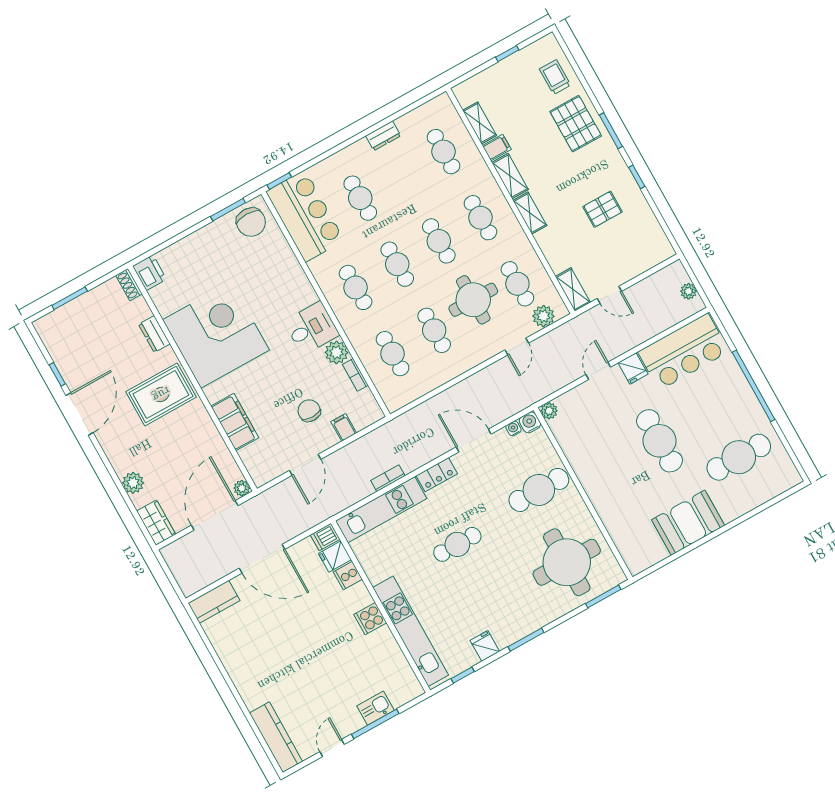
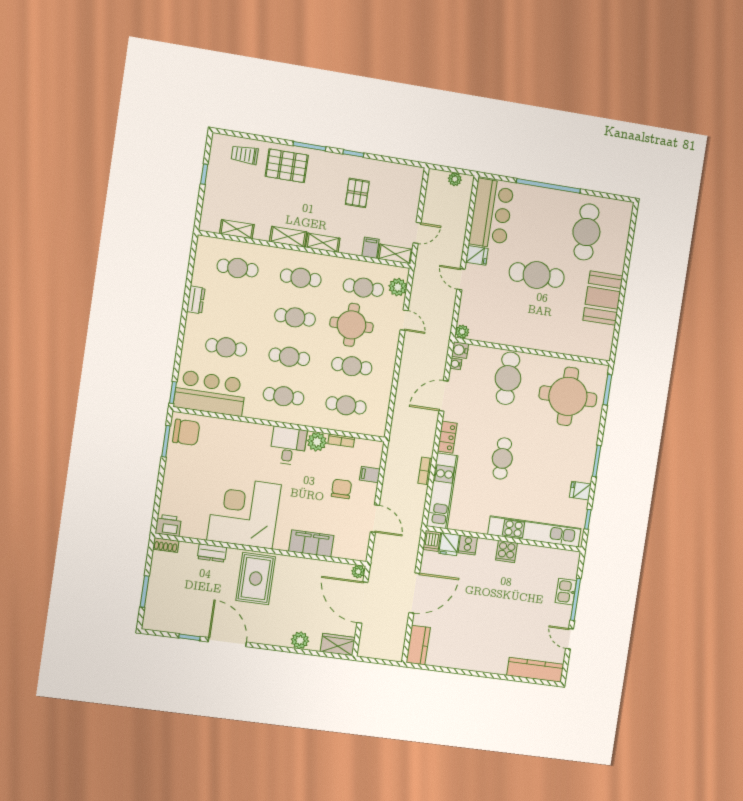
filing cabinet: (497, 147) -> (370, 248), moved
chair: (309, 411) -> (341, 489), turned 90

